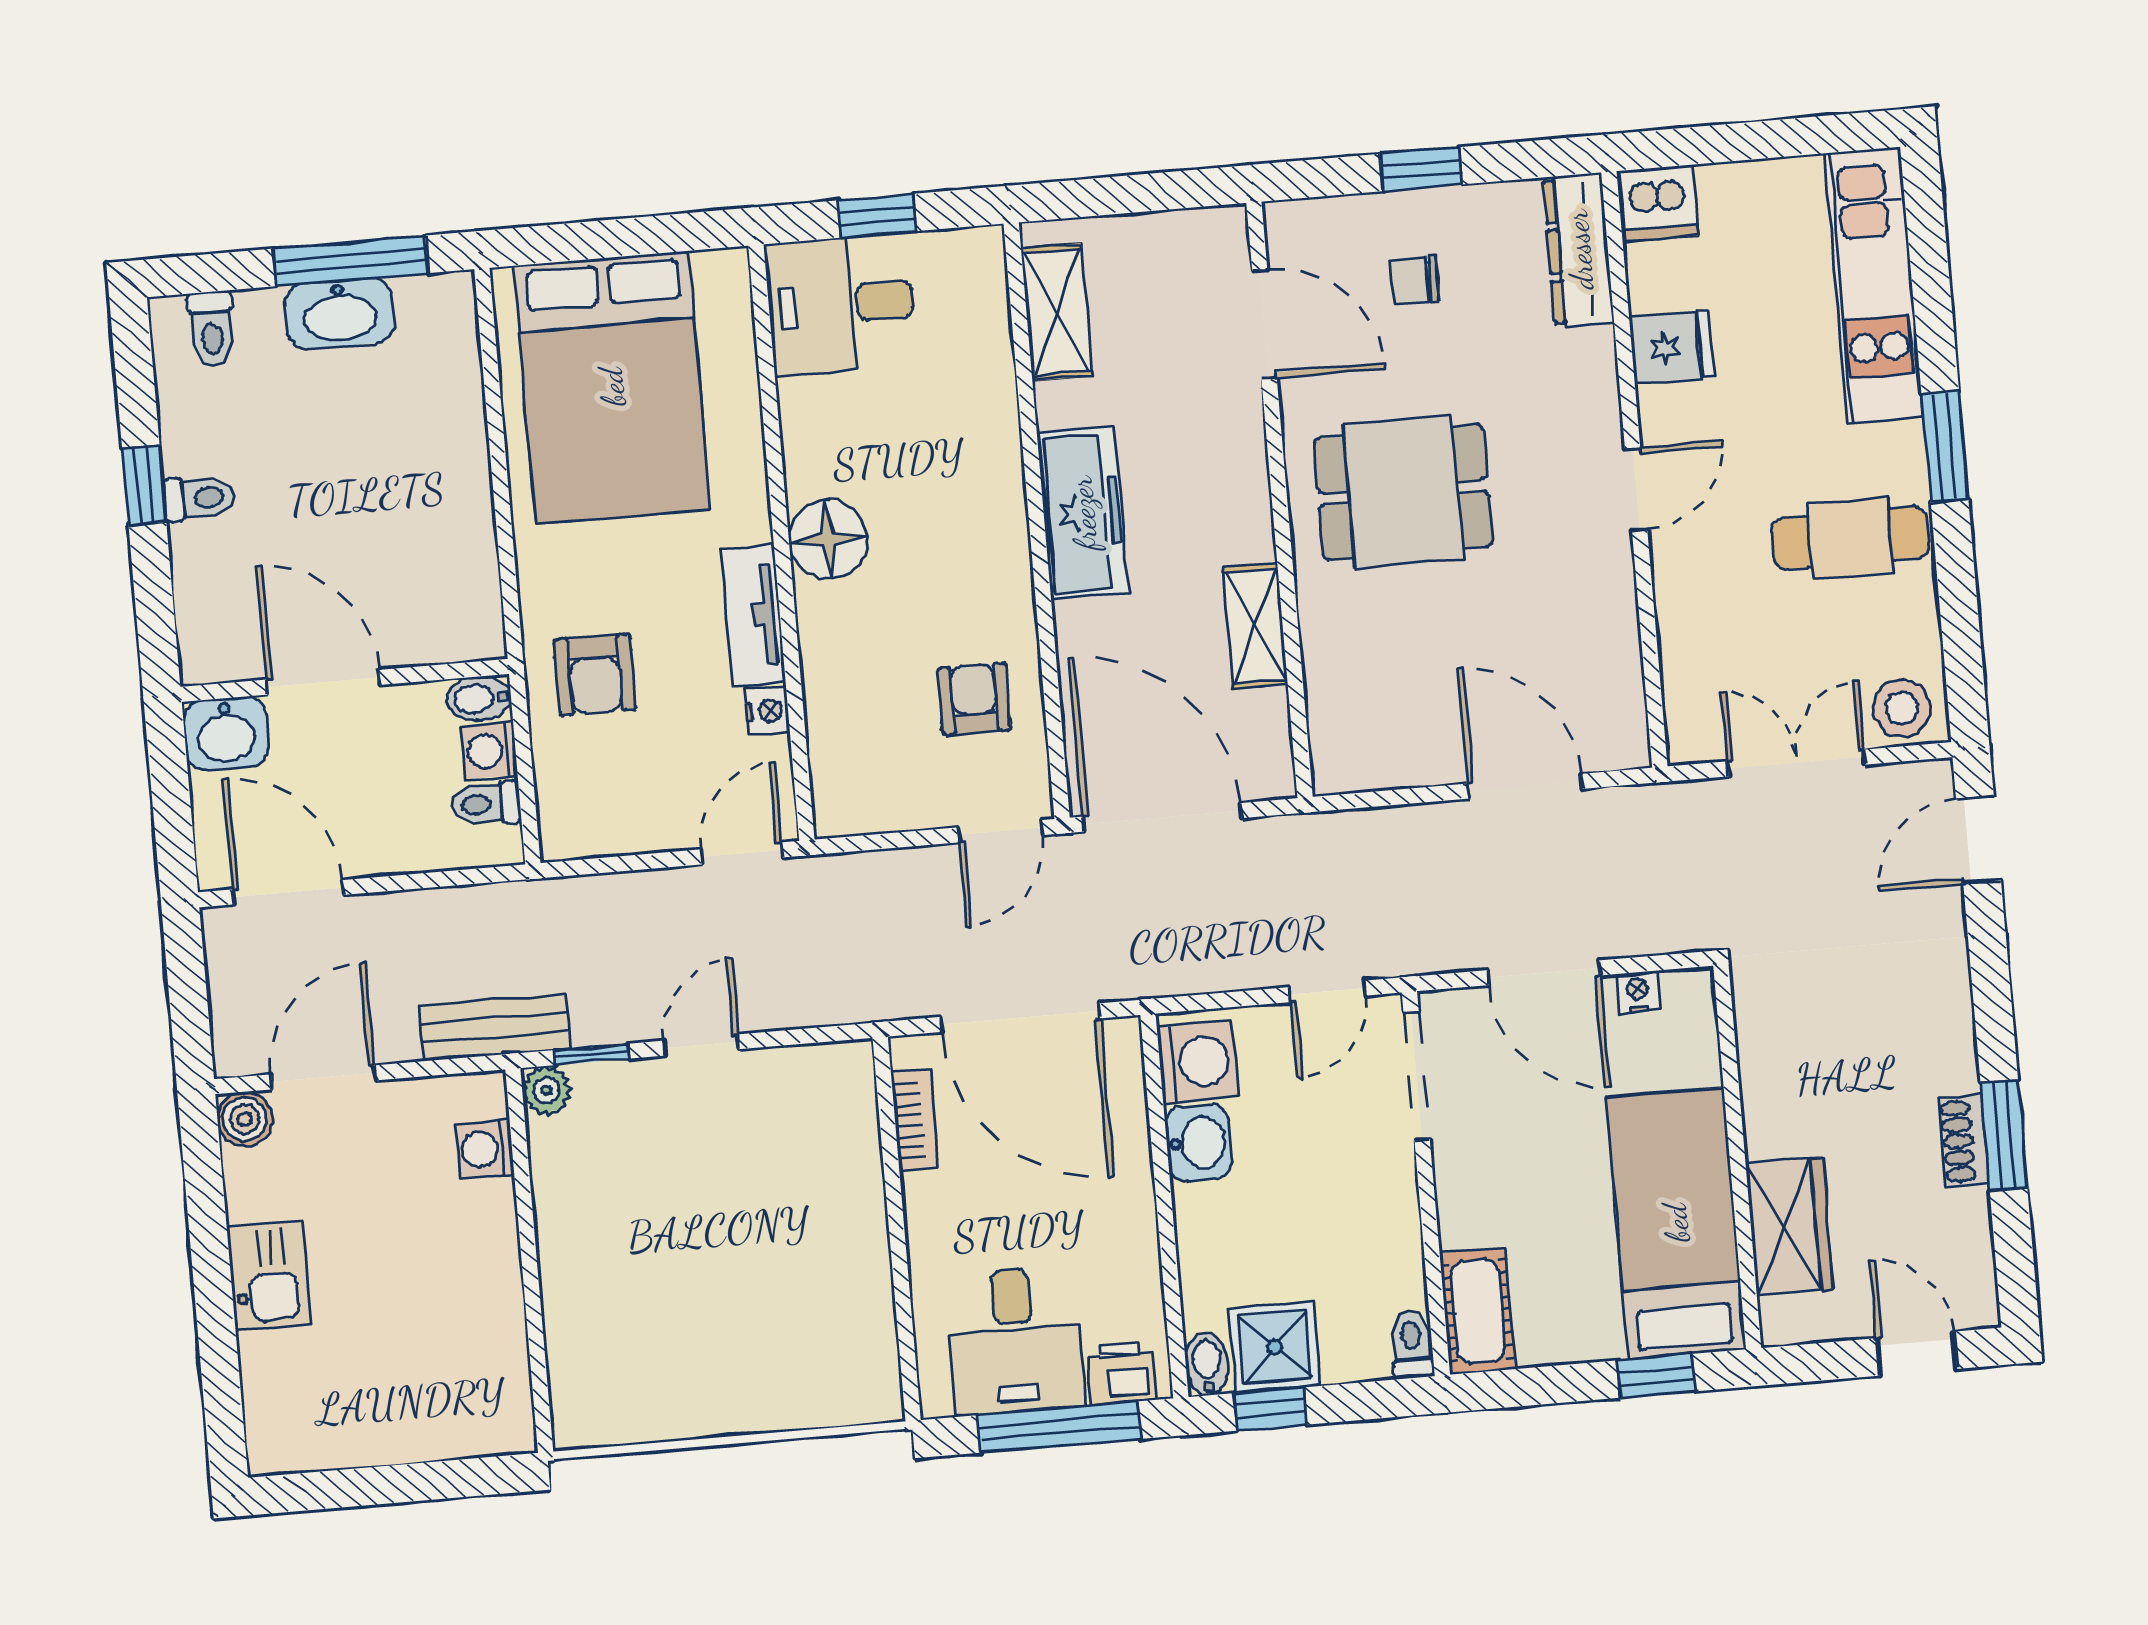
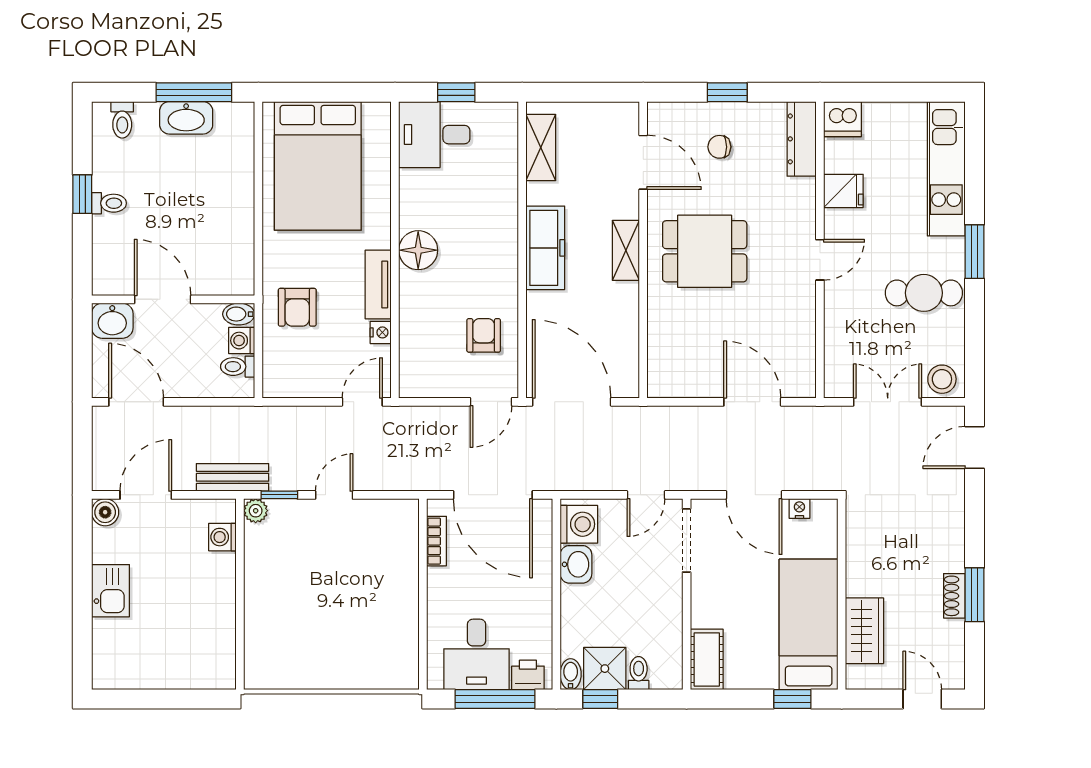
shelving: (1255, 626) -> (626, 250), moved
toilet: (1412, 1344) -> (639, 673), moved

